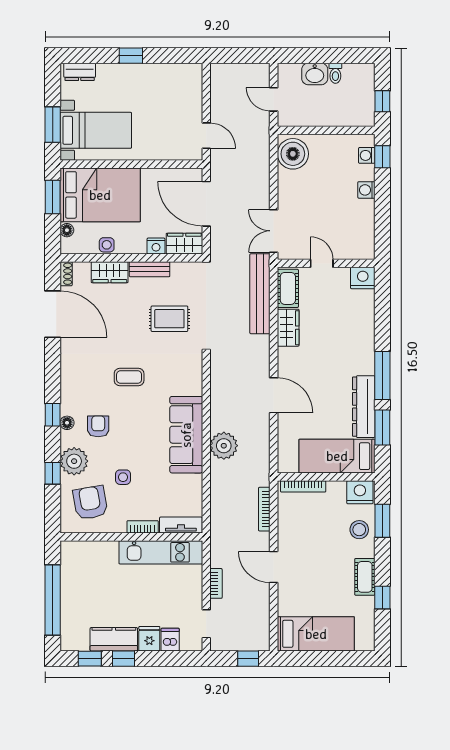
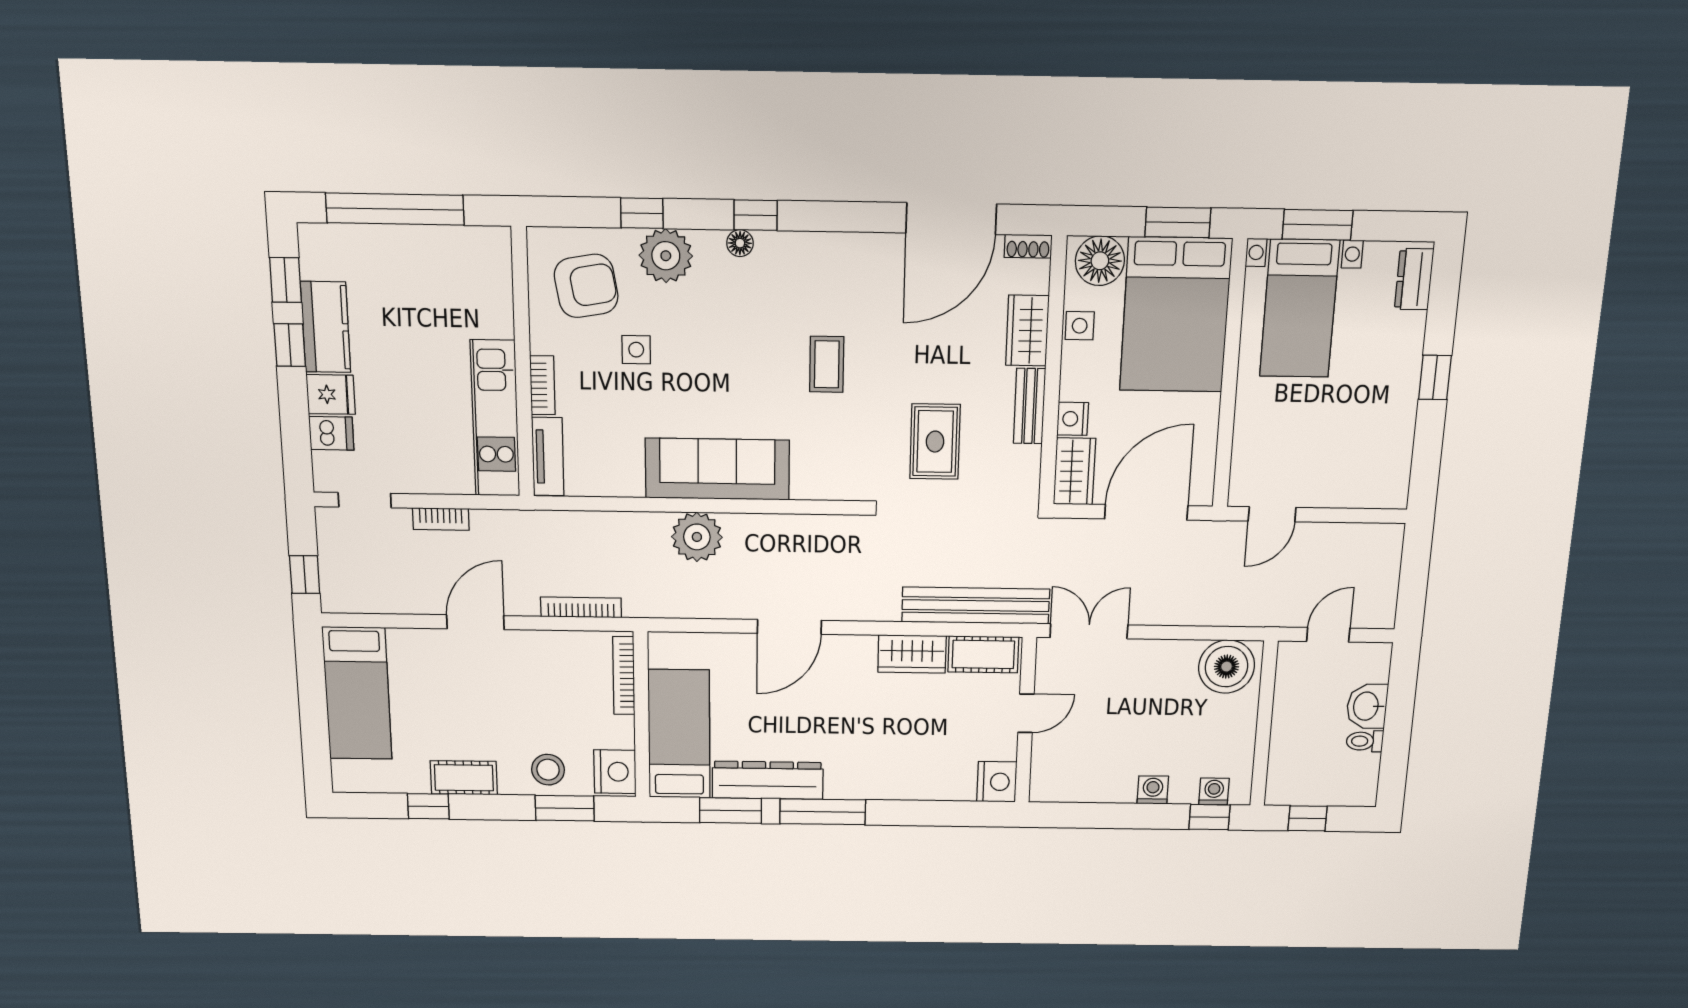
floor lamp: (67, 230) -> (1100, 261), width x1.89, depth x1.89
armchair: (98, 426) -> (733, 304), removed

